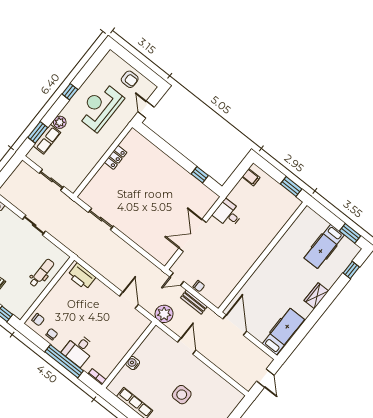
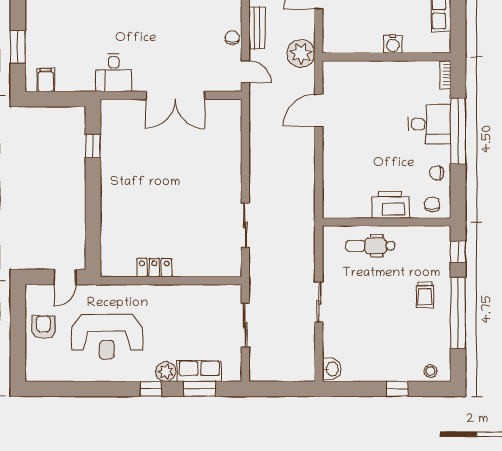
window: (70, 92) -> (151, 389), moved
window: (291, 187) -> (18, 47), moved
printer: (81, 277) -> (390, 205), moved, turned -90

